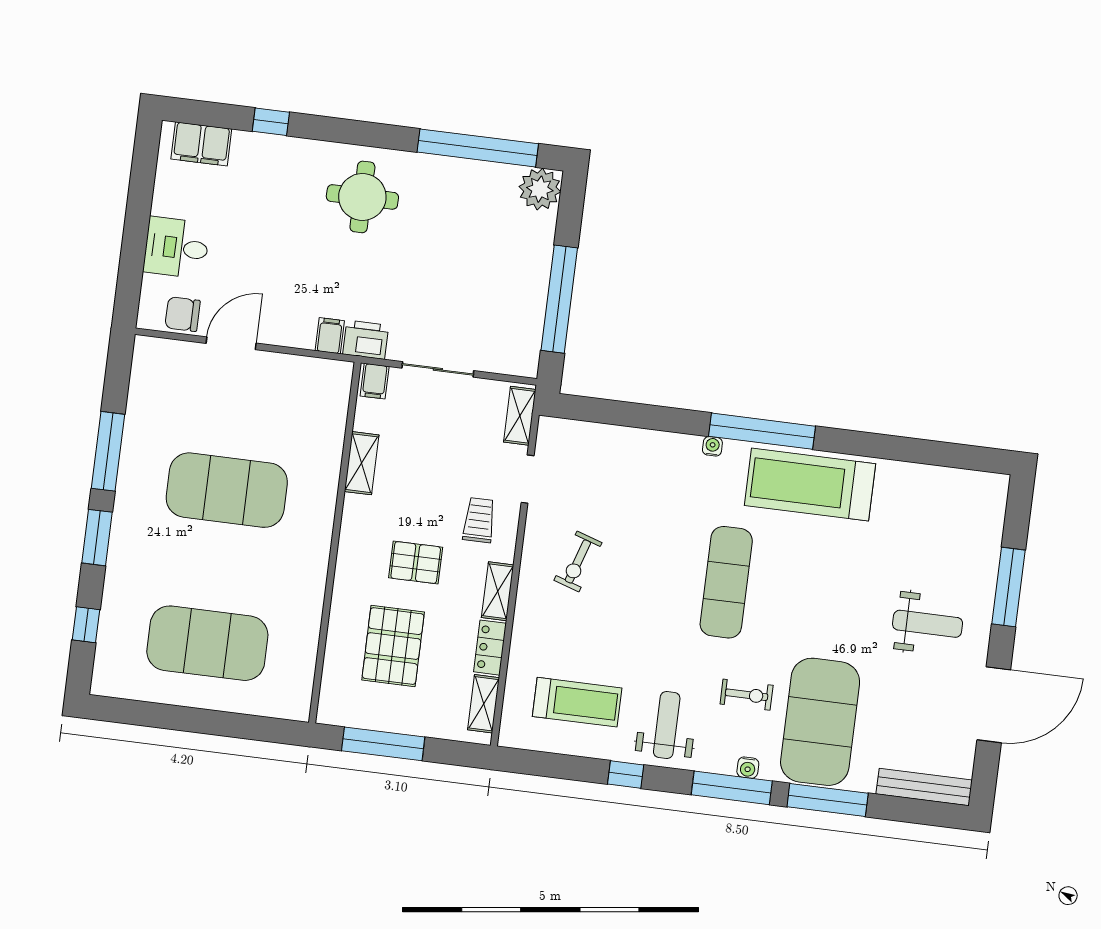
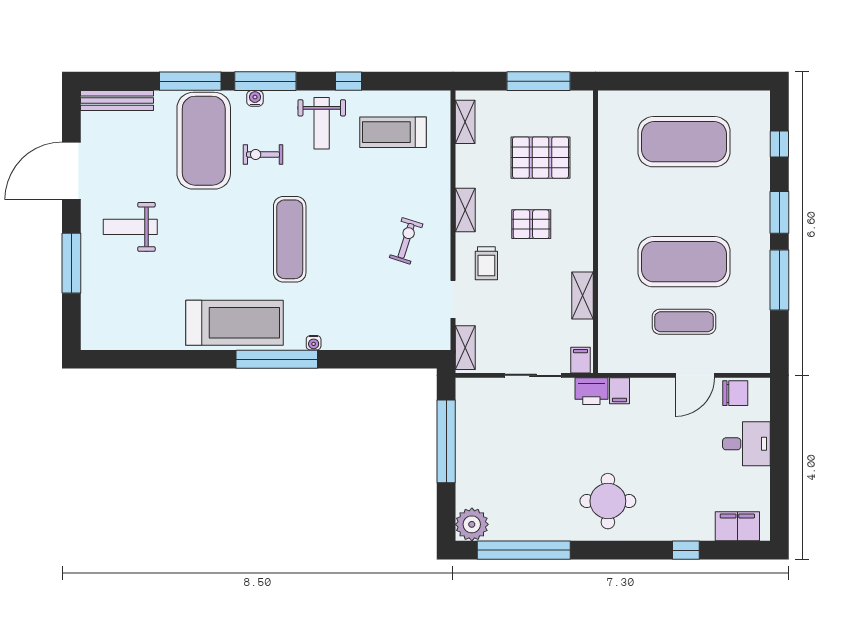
exercise mat: (236, 413) -> (684, 322), added
pallet: (393, 646) -> (540, 158), turned 90
locker: (490, 648) -> (466, 166), removed

